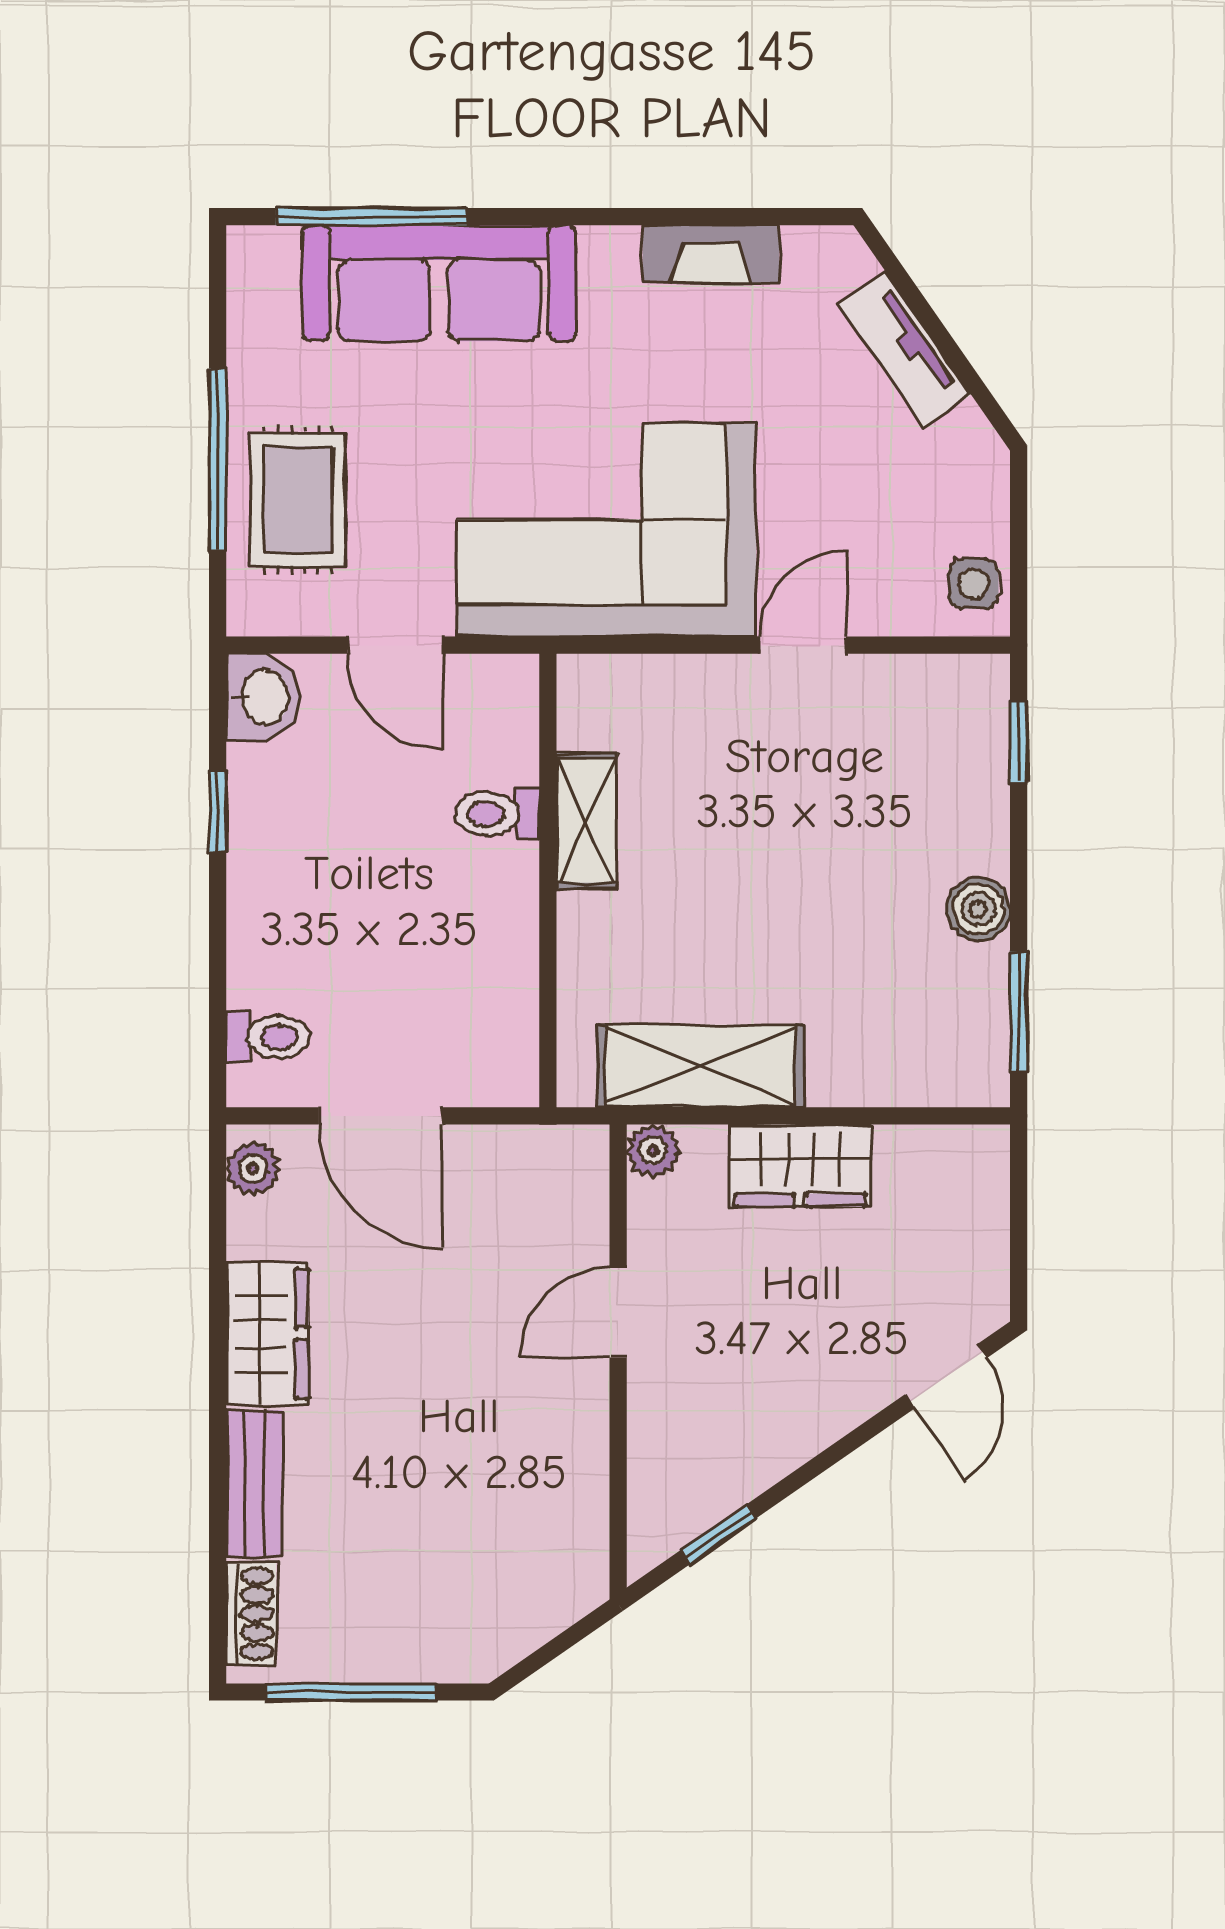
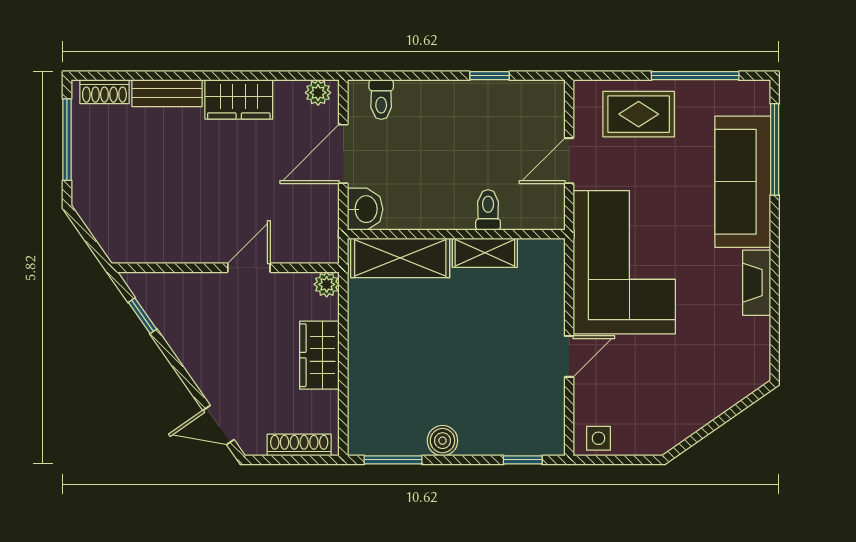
fireplace: (711, 254) -> (757, 283), moved
tv unit: (904, 349) -> (711, 405), removed
window: (218, 460) -> (695, 76), moved
door: (803, 645) -> (569, 356), hinge flipped
washbasin: (263, 697) -> (365, 209), moved, turned -90
shelving: (700, 1066) -> (400, 258), moved, turned 90
shoe rack: (988, 1208) -> (299, 445), added
door: (618, 1313) -> (249, 268), hinge flipped

